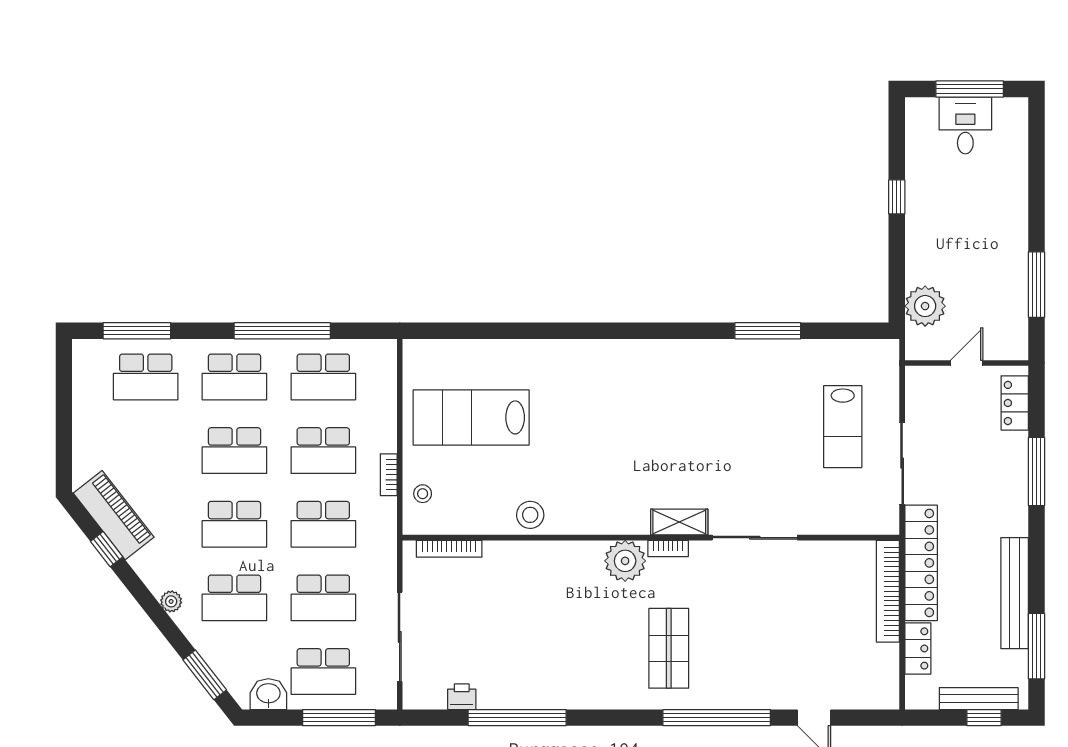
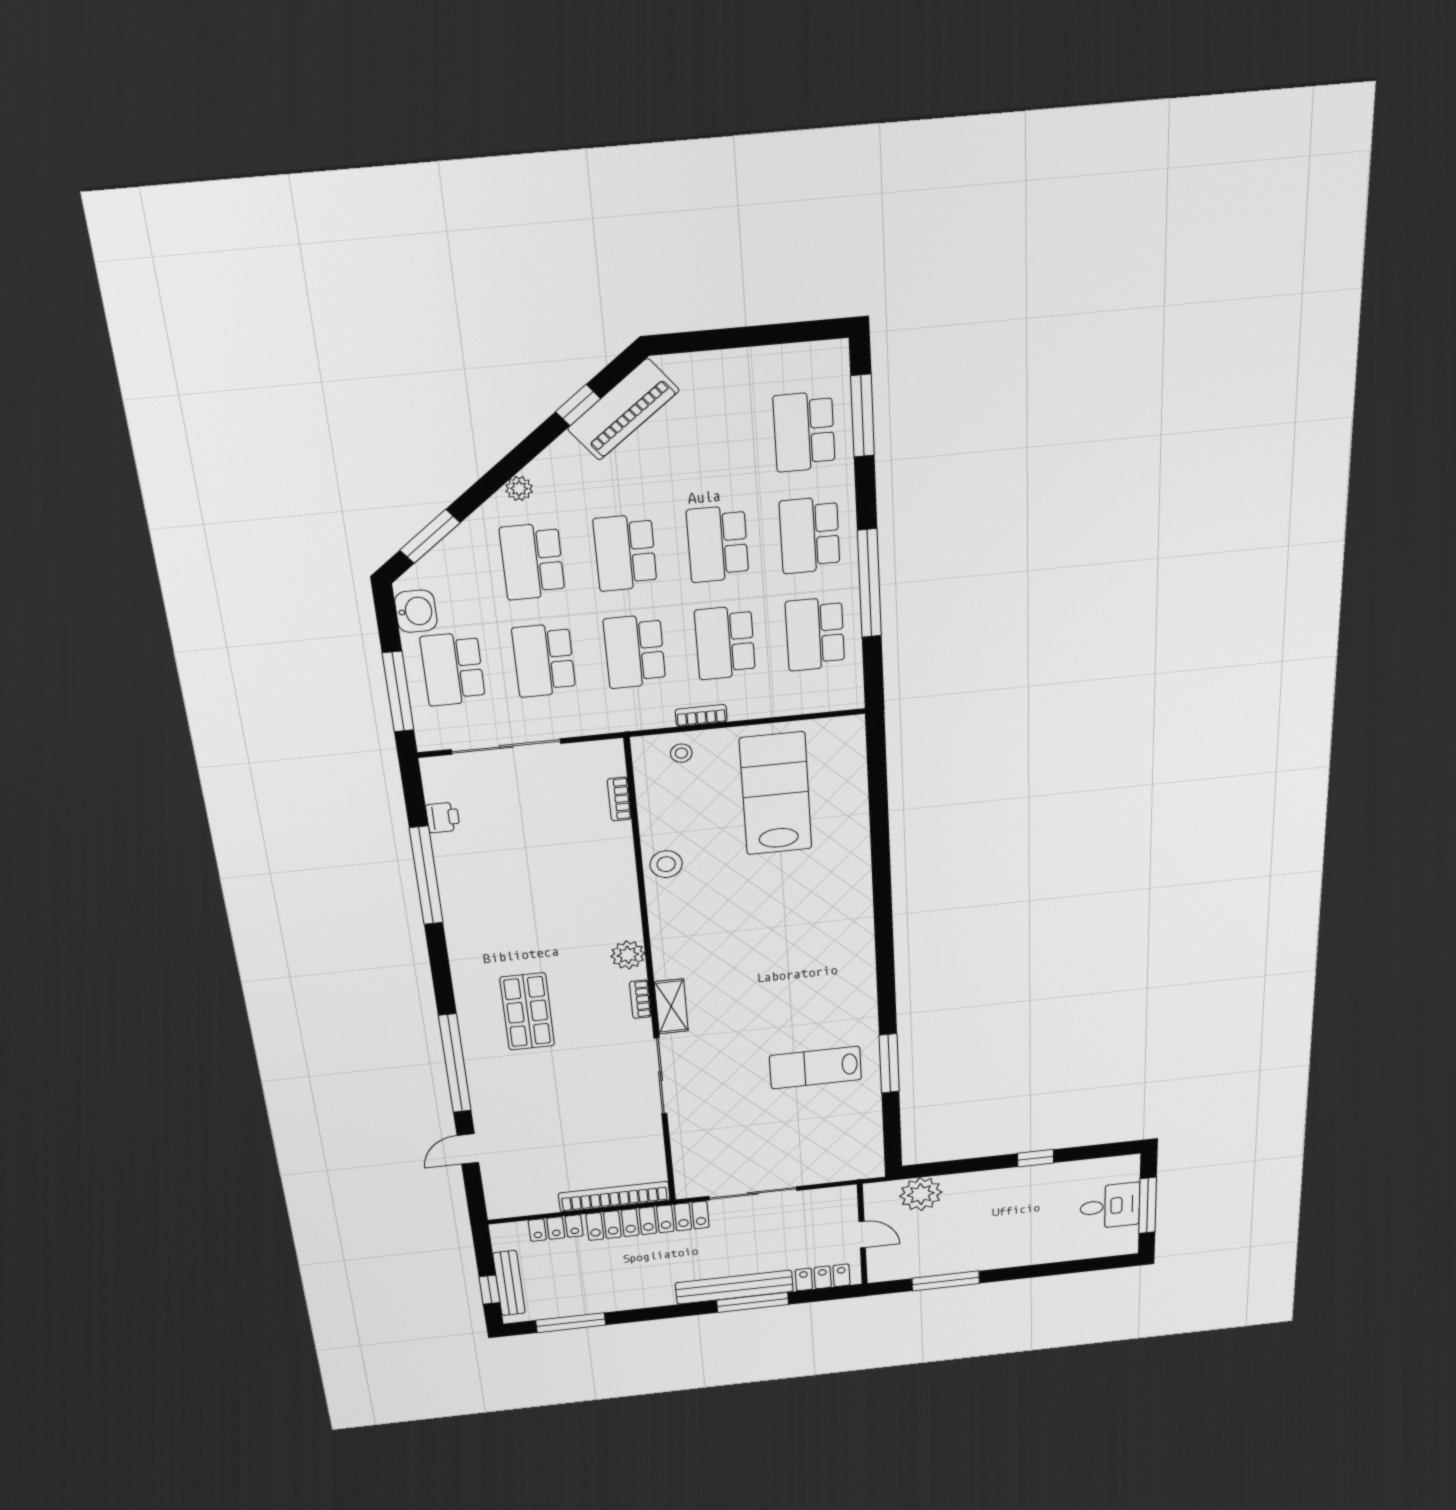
lab bench: (843, 427) -> (815, 1068), moved
bookcase: (449, 549) -> (619, 799), width x0.64
plant: (625, 561) -> (628, 955), width x0.73, depth x0.73
bench: (1015, 593) -> (734, 1287), moved
shop shelf: (669, 648) -> (527, 1012), turned 90

